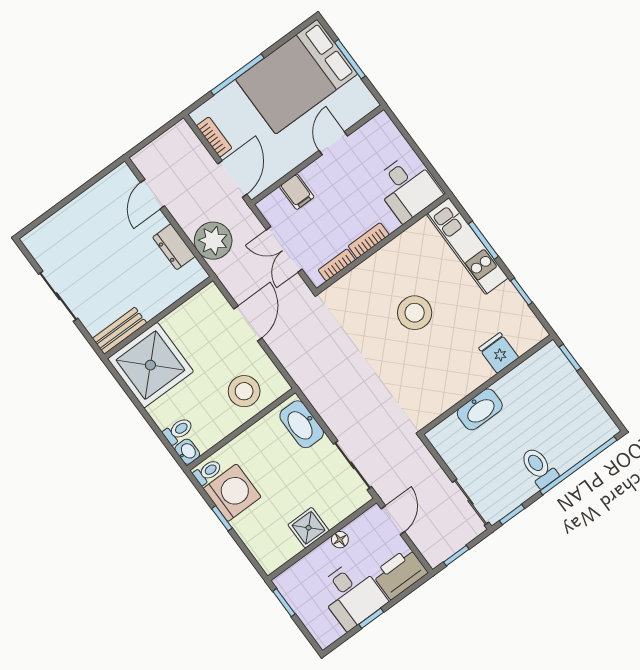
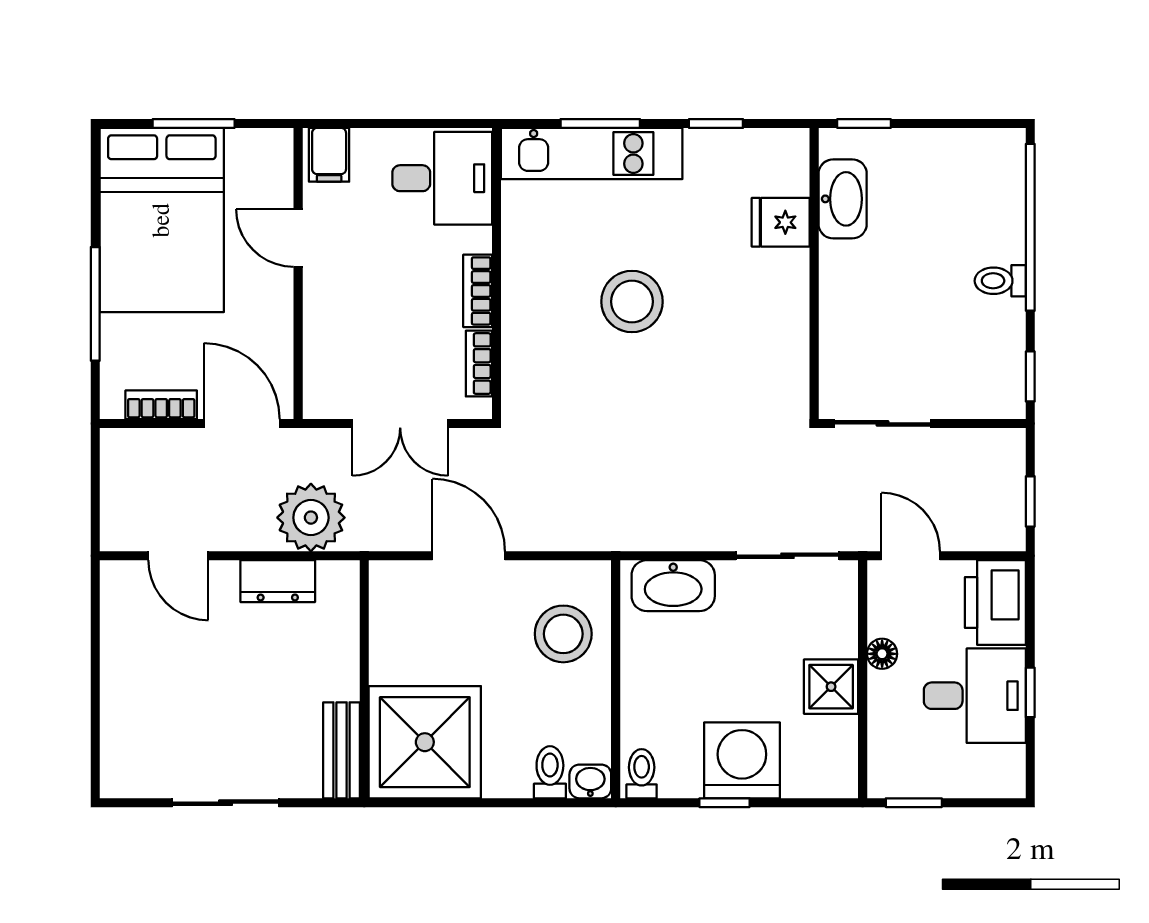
filing cabinet: (297, 192) -> (329, 155), moved, turned 90
washbasin: (480, 409) -> (843, 199), moved
toilet: (539, 467) -> (1000, 281), width x0.73, depth x0.72
washing machine: (232, 493) -> (742, 760), moved
sliding door: (471, 502) -> (883, 423), moved

